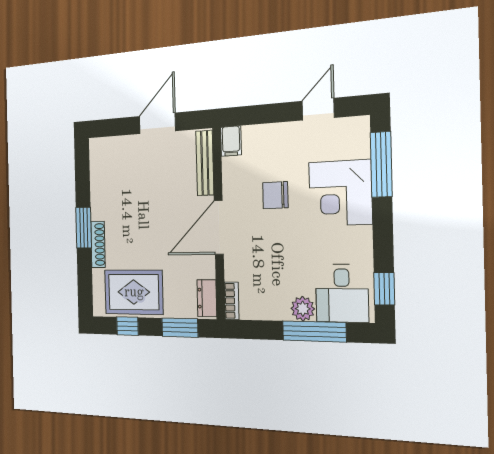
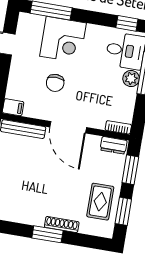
rug: (134, 292) -> (100, 202), width x0.73, depth x0.70
window: (127, 326) -> (123, 211), width x1.50

